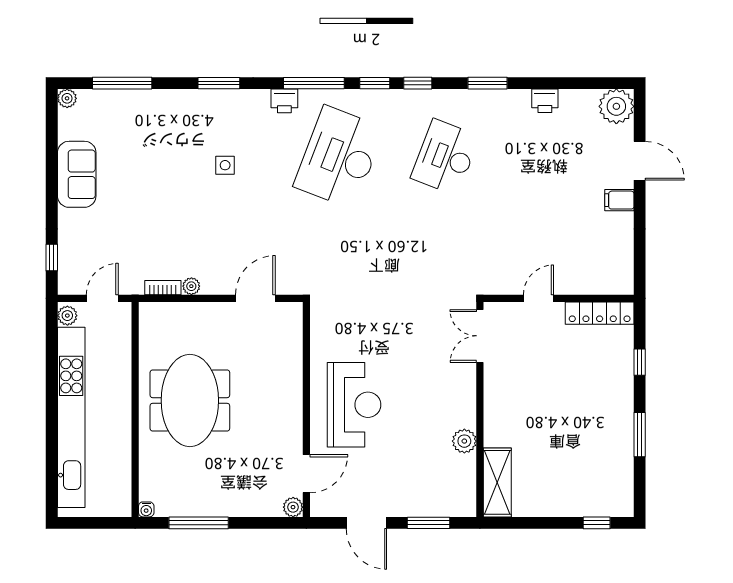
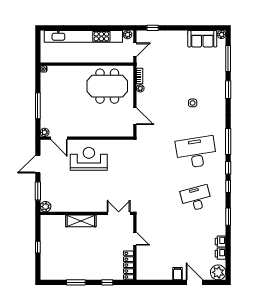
window: (219, 83) -> (228, 90), moved
printer: (284, 101) -> (220, 254), moved
desk: (339, 157) -> (196, 152), turned -30
desk: (445, 157) -> (196, 198), turned -36
door: (640, 161) -> (195, 282), swing flipped
sofa: (77, 174) -> (202, 39), moved
door: (102, 298) -> (135, 50), hinge flipped
meeting table: (190, 400) -> (107, 86), moved
reception desk: (354, 405) -> (89, 159), turned 180
plant: (464, 441) -> (46, 207), moved
shelving: (497, 482) -> (81, 221), moved
window: (199, 523) -> (38, 106), moved
window: (597, 523) -> (38, 247), moved

